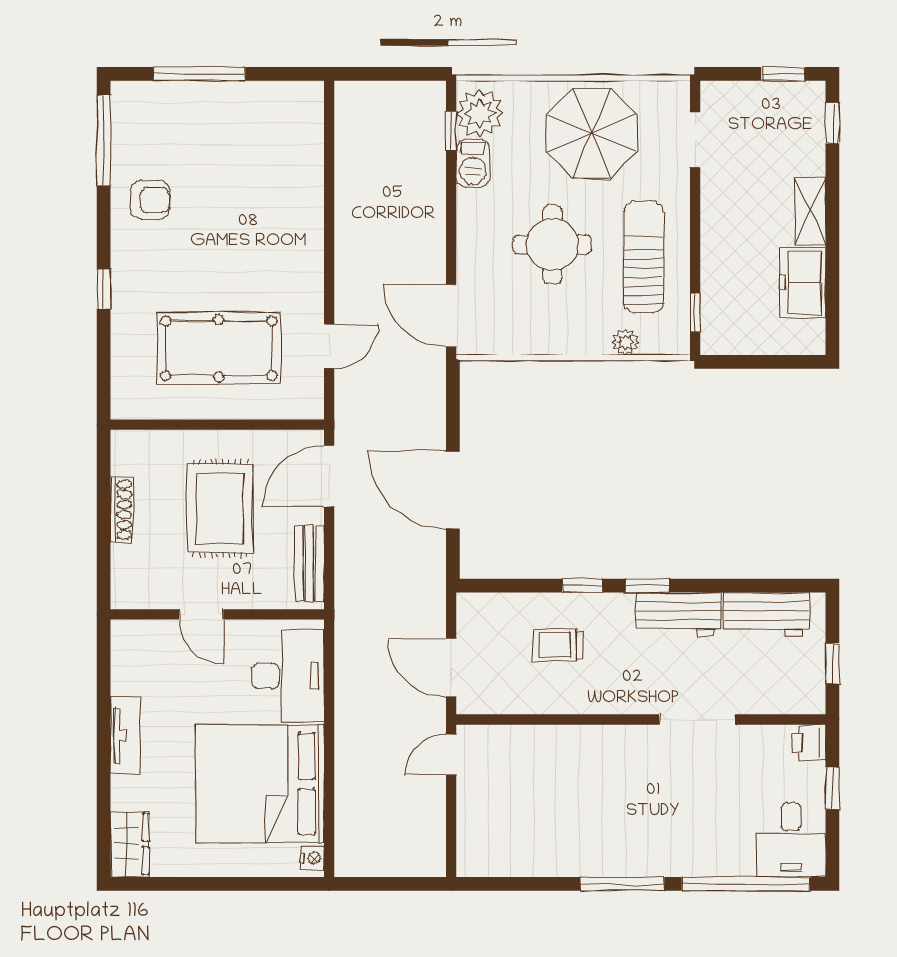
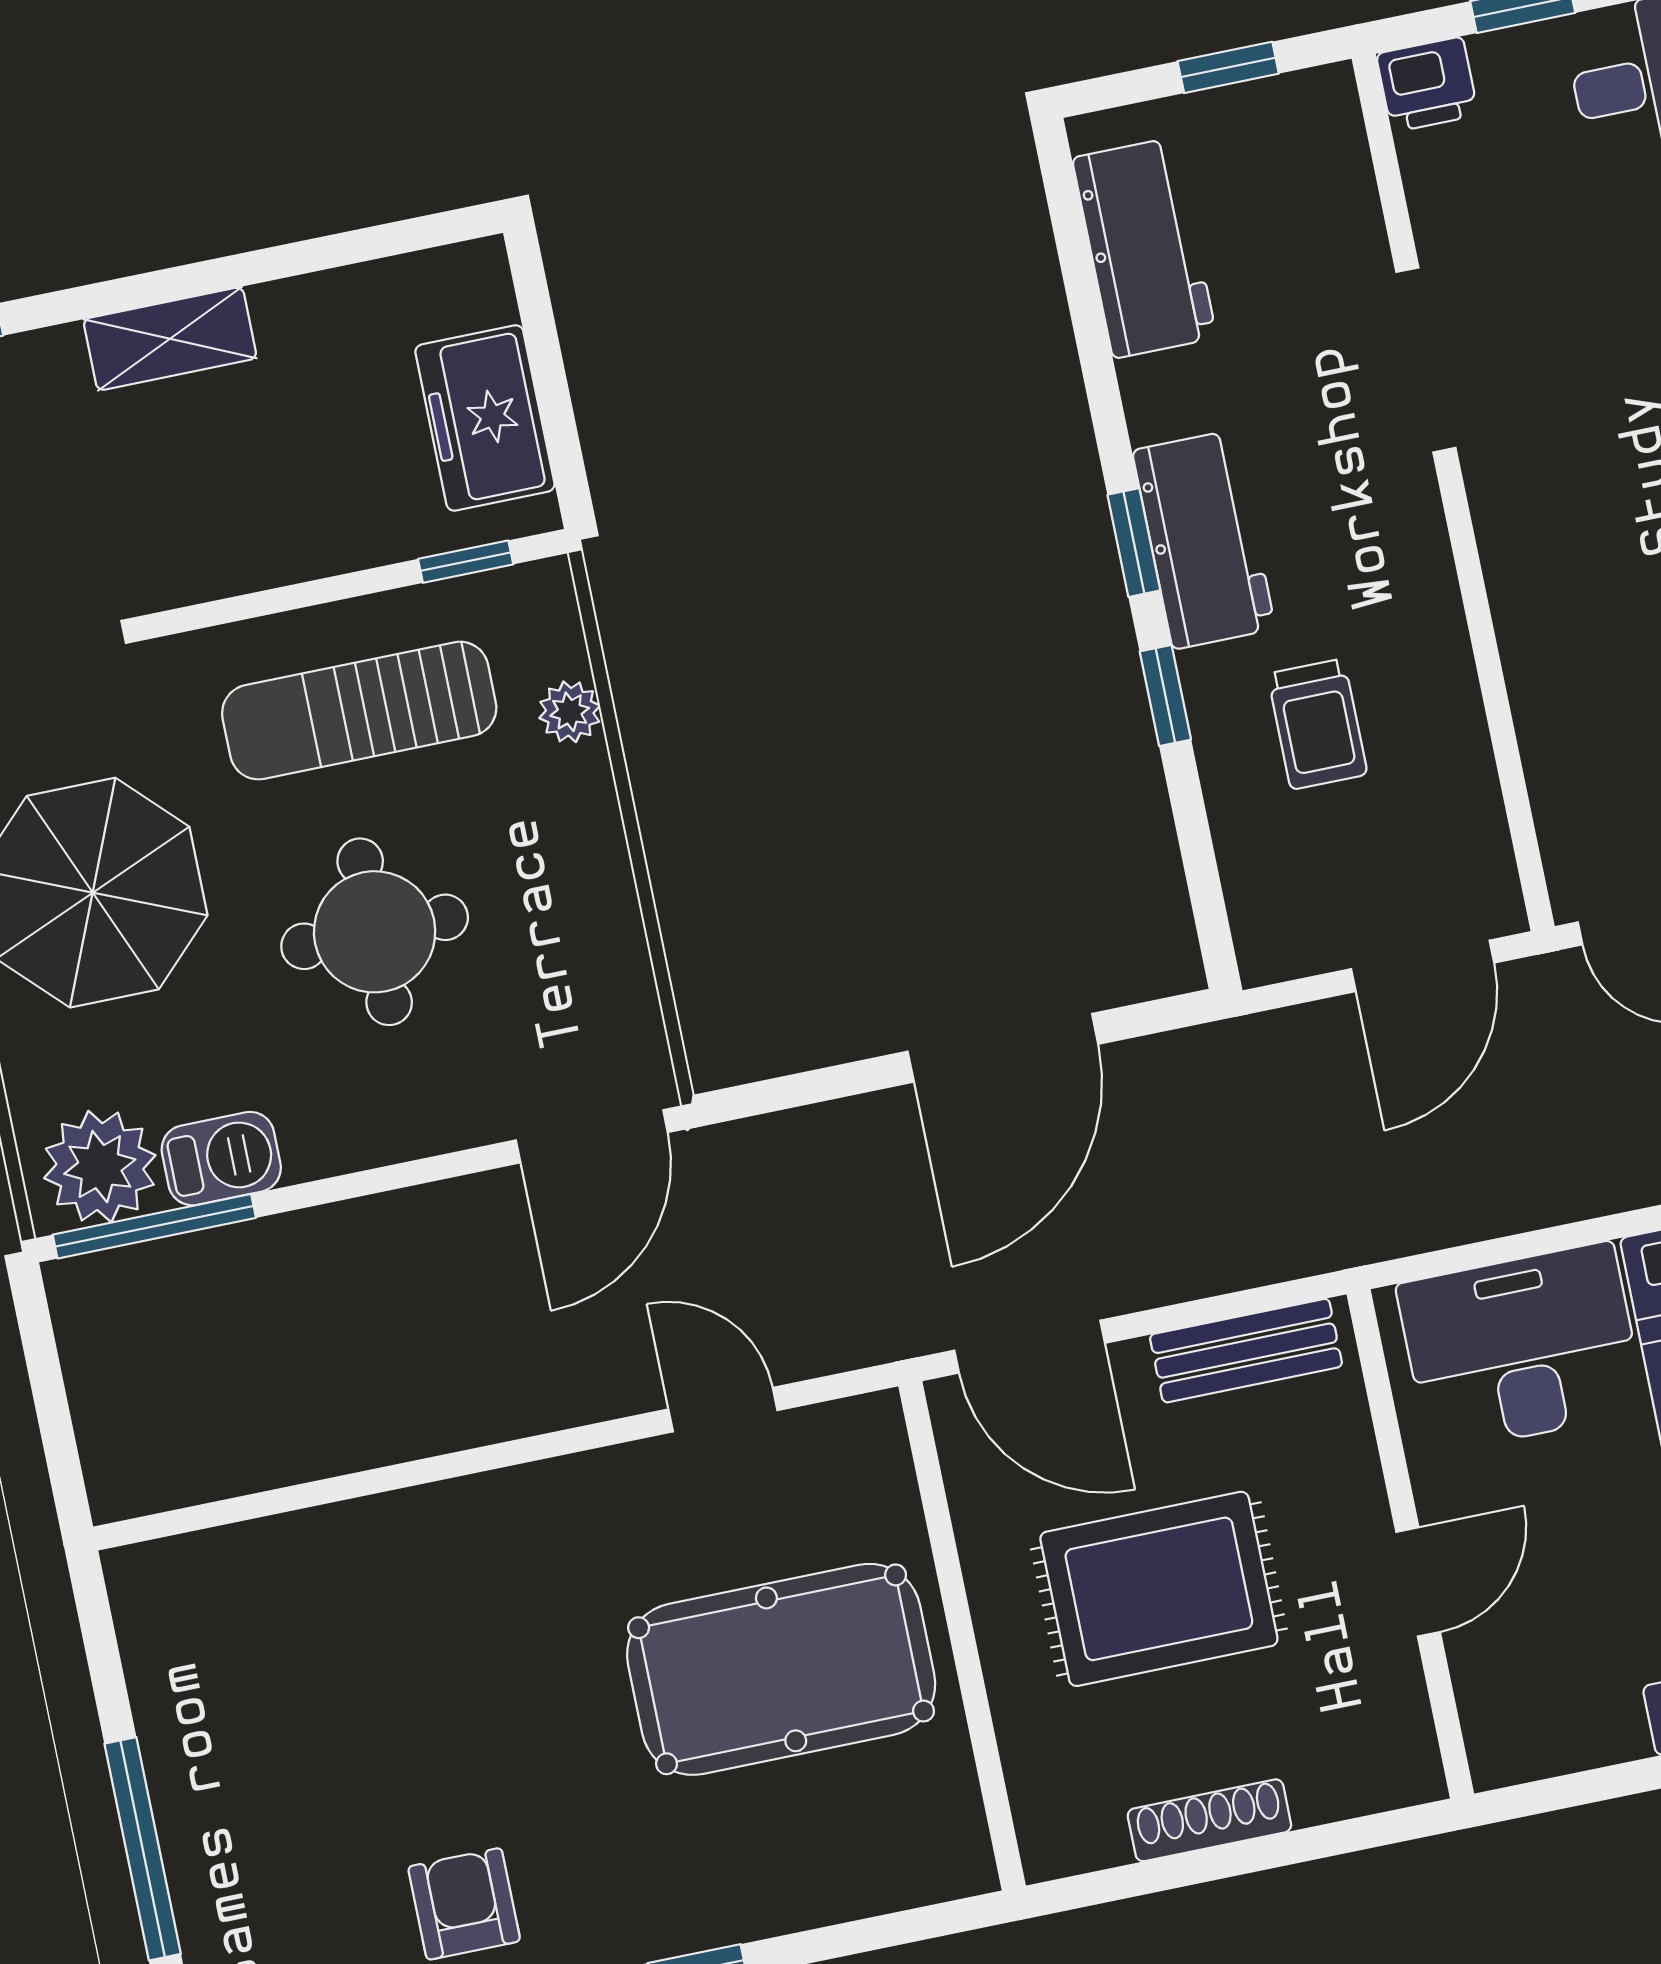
window: (451, 131) -> (154, 1226), width x2.17
freezer: (803, 283) -> (485, 418), moved, turned 90
pool table: (219, 348) -> (781, 1669), turned 90
workbench: (678, 614) -> (1204, 540), moved

